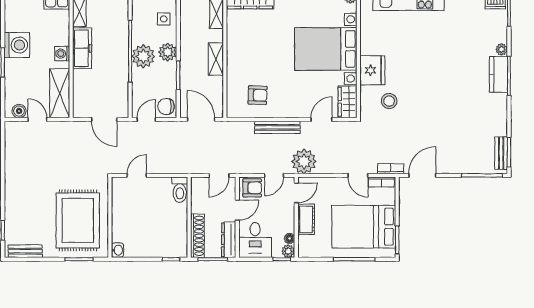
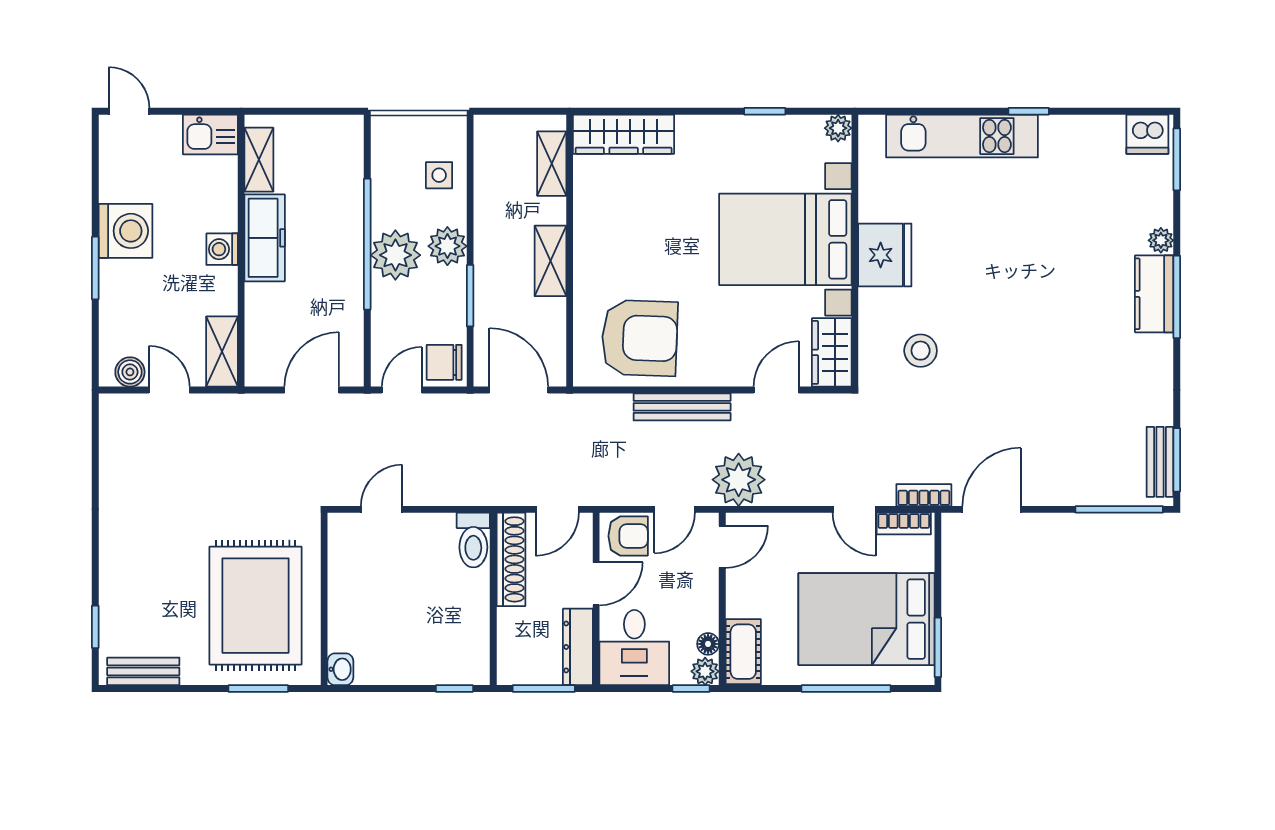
fridge: (372, 70) -> (885, 255), moved
shelving: (60, 93) -> (222, 352), width x0.67, depth x0.75
armchair: (258, 95) -> (640, 338), width x1.88, depth x1.88
door: (104, 119) -> (312, 390), swing flipped
cot: (306, 219) -> (743, 652), moved
shoe rack: (197, 236) -> (511, 559), moved

